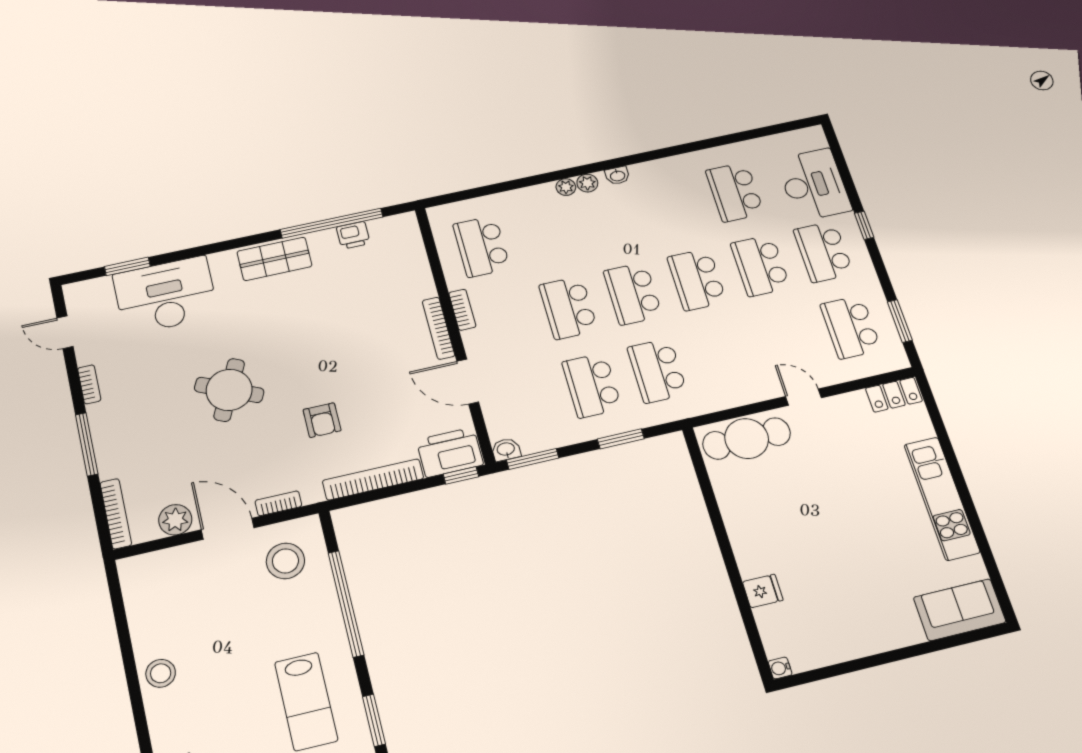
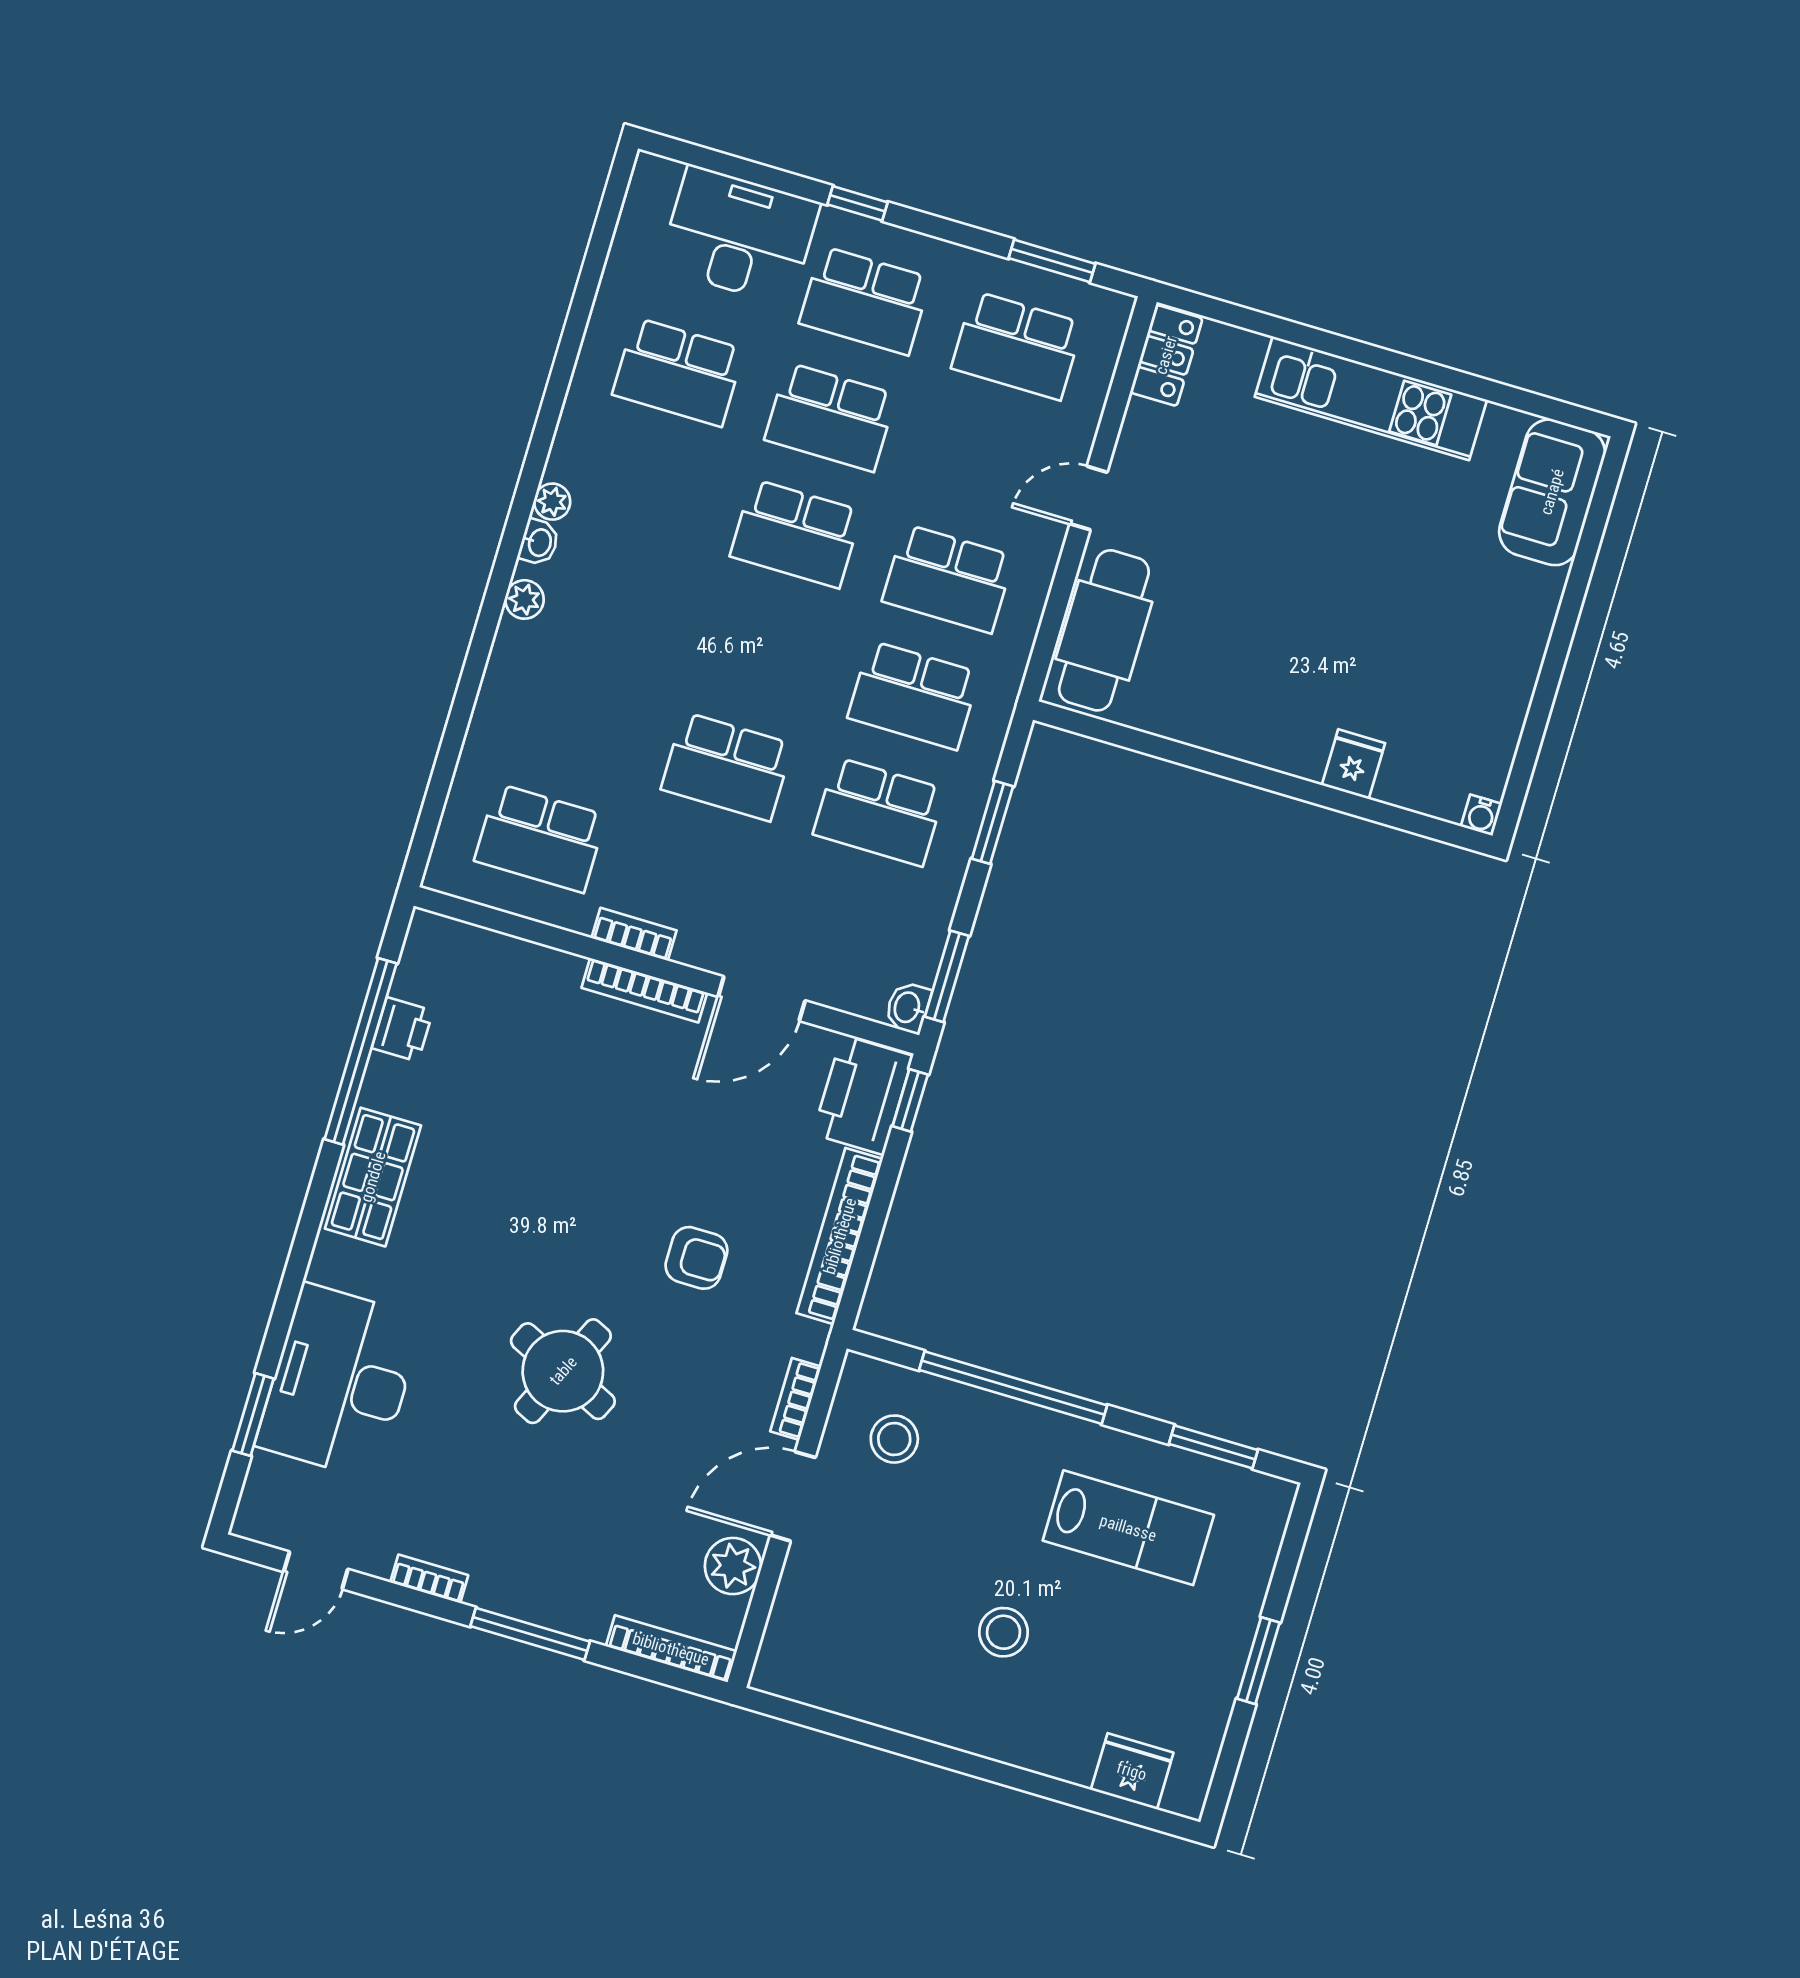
plant: (566, 187) -> (552, 502), moved
school desk: (633, 294) -> (948, 579), moved
stool: (285, 561) -> (894, 1439), width x0.73, depth x0.73
stool: (161, 673) -> (1003, 1632), moved

